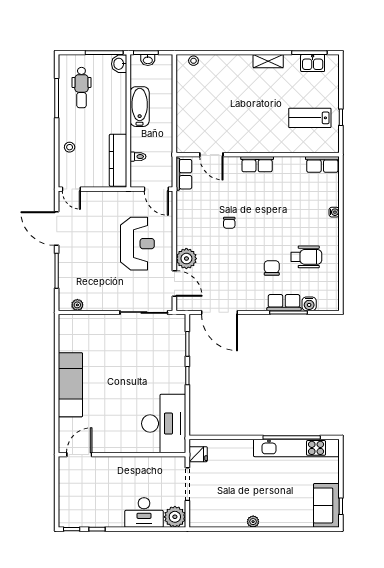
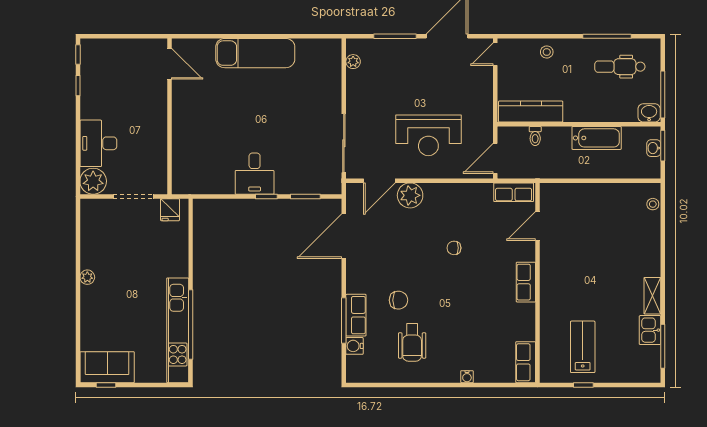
kitchen sink: (313, 63) -> (650, 330), moved
desk: (164, 424) -> (255, 174), moved, width x0.53, depth x0.77

